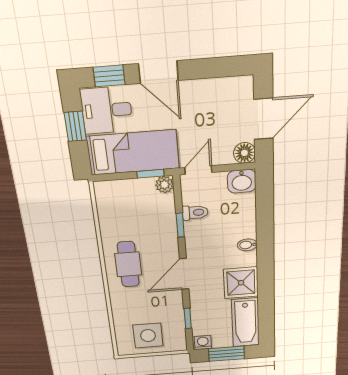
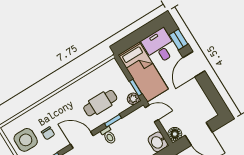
window: (75, 126) -> (142, 34), removed
toilet: (195, 213) -> (109, 136), moved
cafe table: (128, 264) -> (100, 103), moved
chair: (154, 308) -> (48, 133), added

